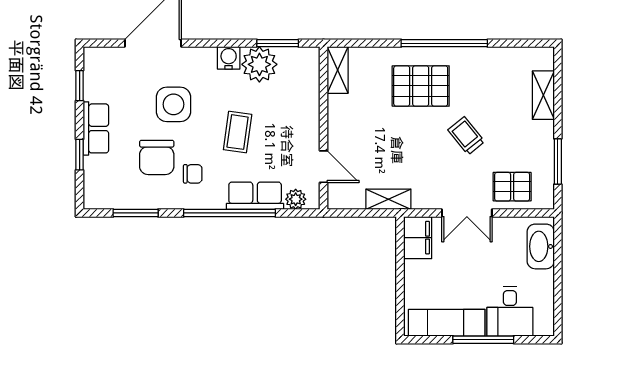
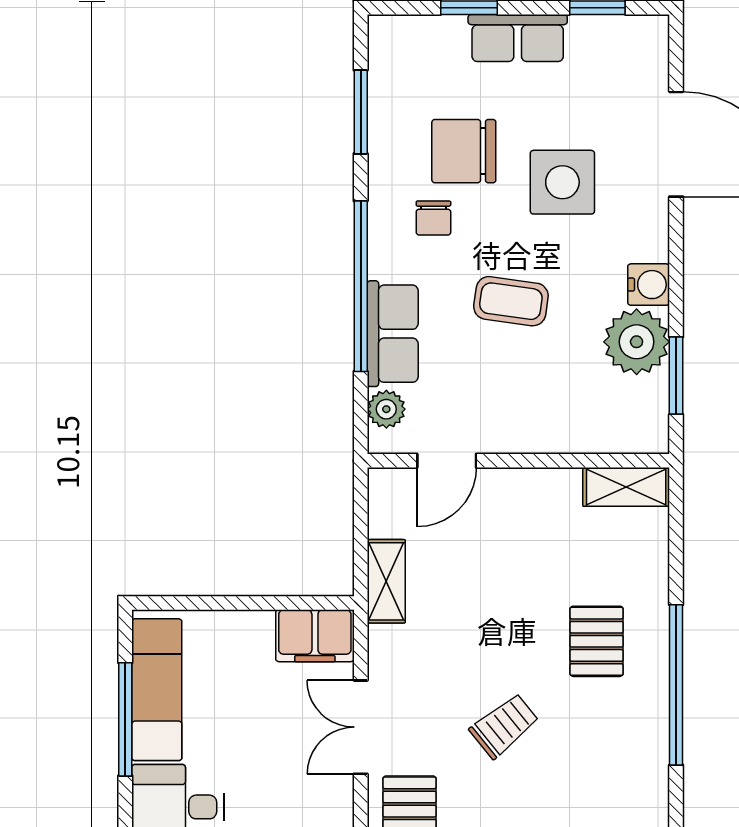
pallet: (421, 86) -> (597, 641), width x0.67, depth x0.71
window: (483, 340) -> (125, 719), moved

